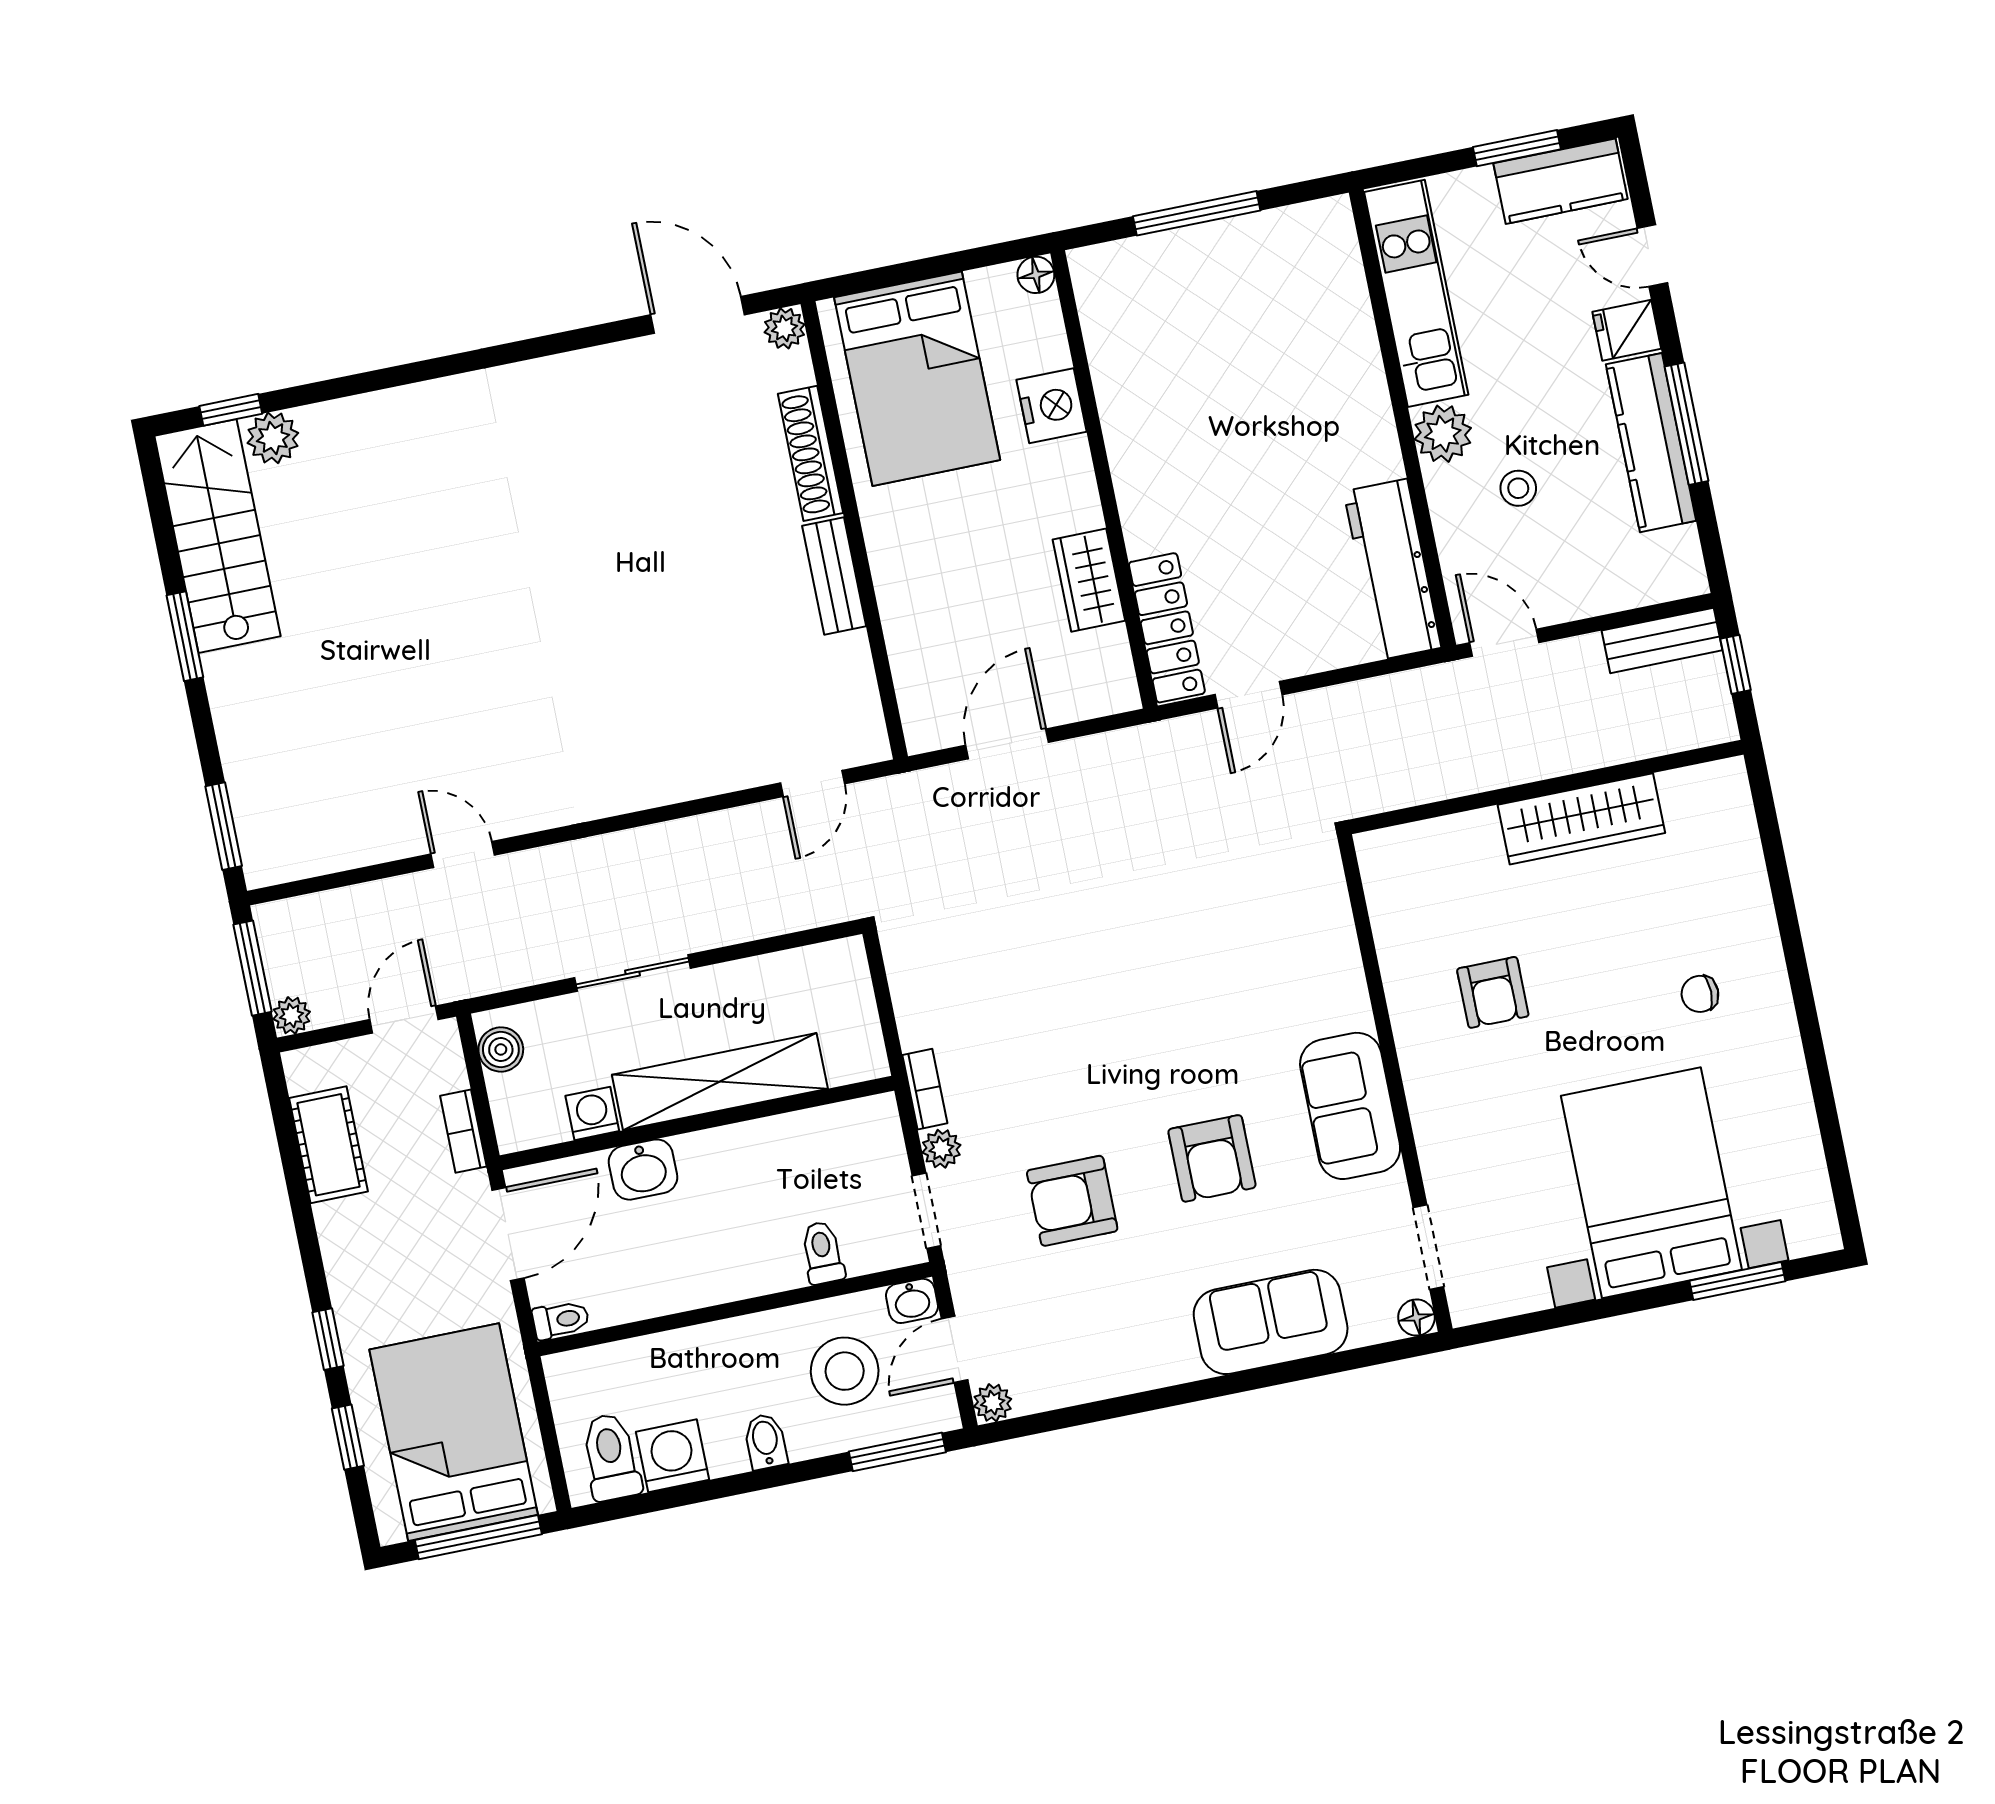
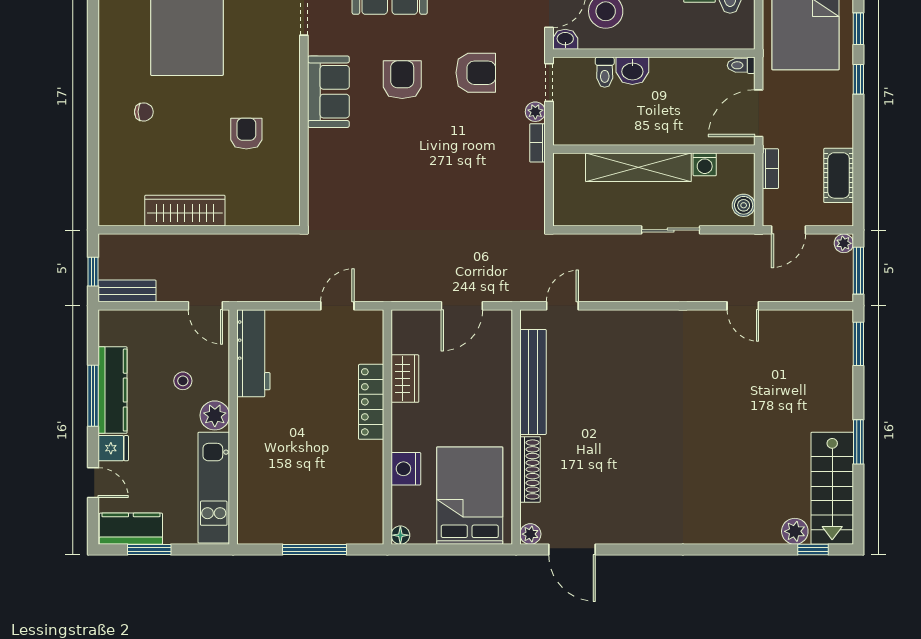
bench: (834, 576) -> (533, 382), width x1.86, depth x1.21
locker: (1167, 628) -> (371, 402), moved
washbasin: (643, 1170) -> (632, 71), moved, turned 180

